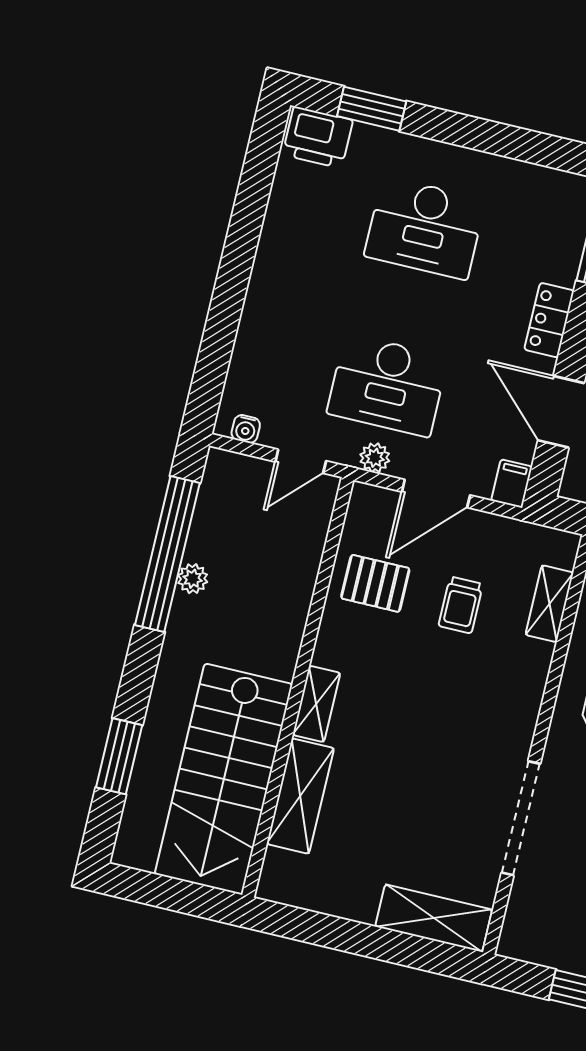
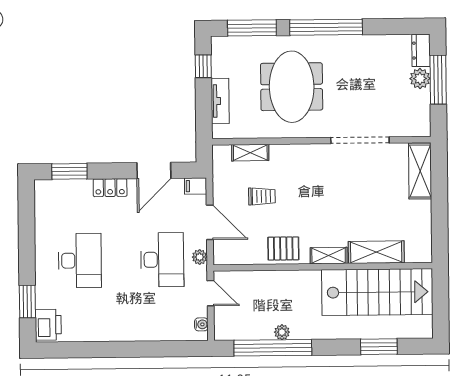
pallet: (375, 583) -> (283, 248), moved, turned 90

